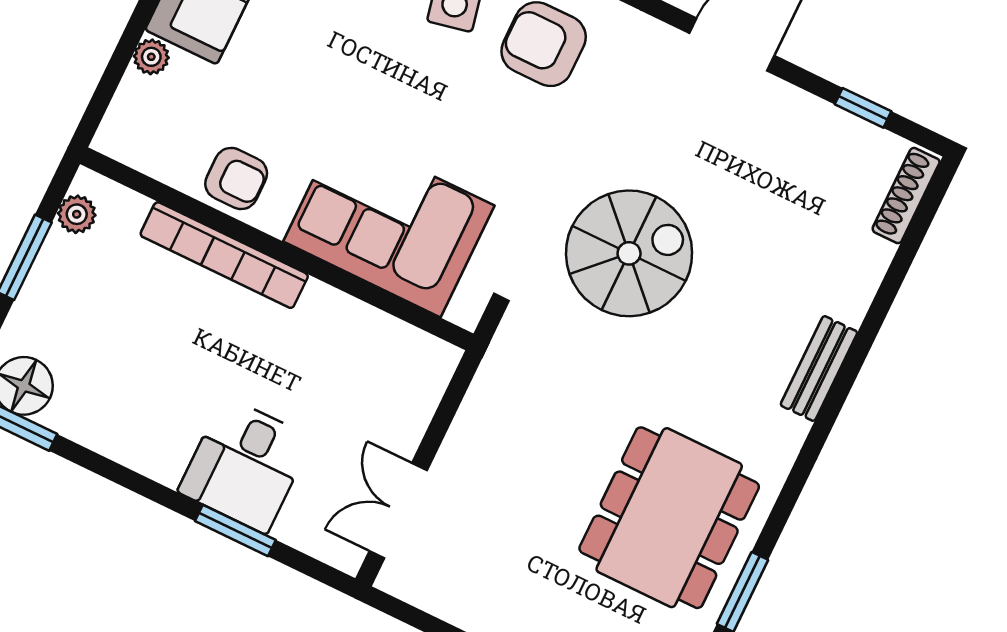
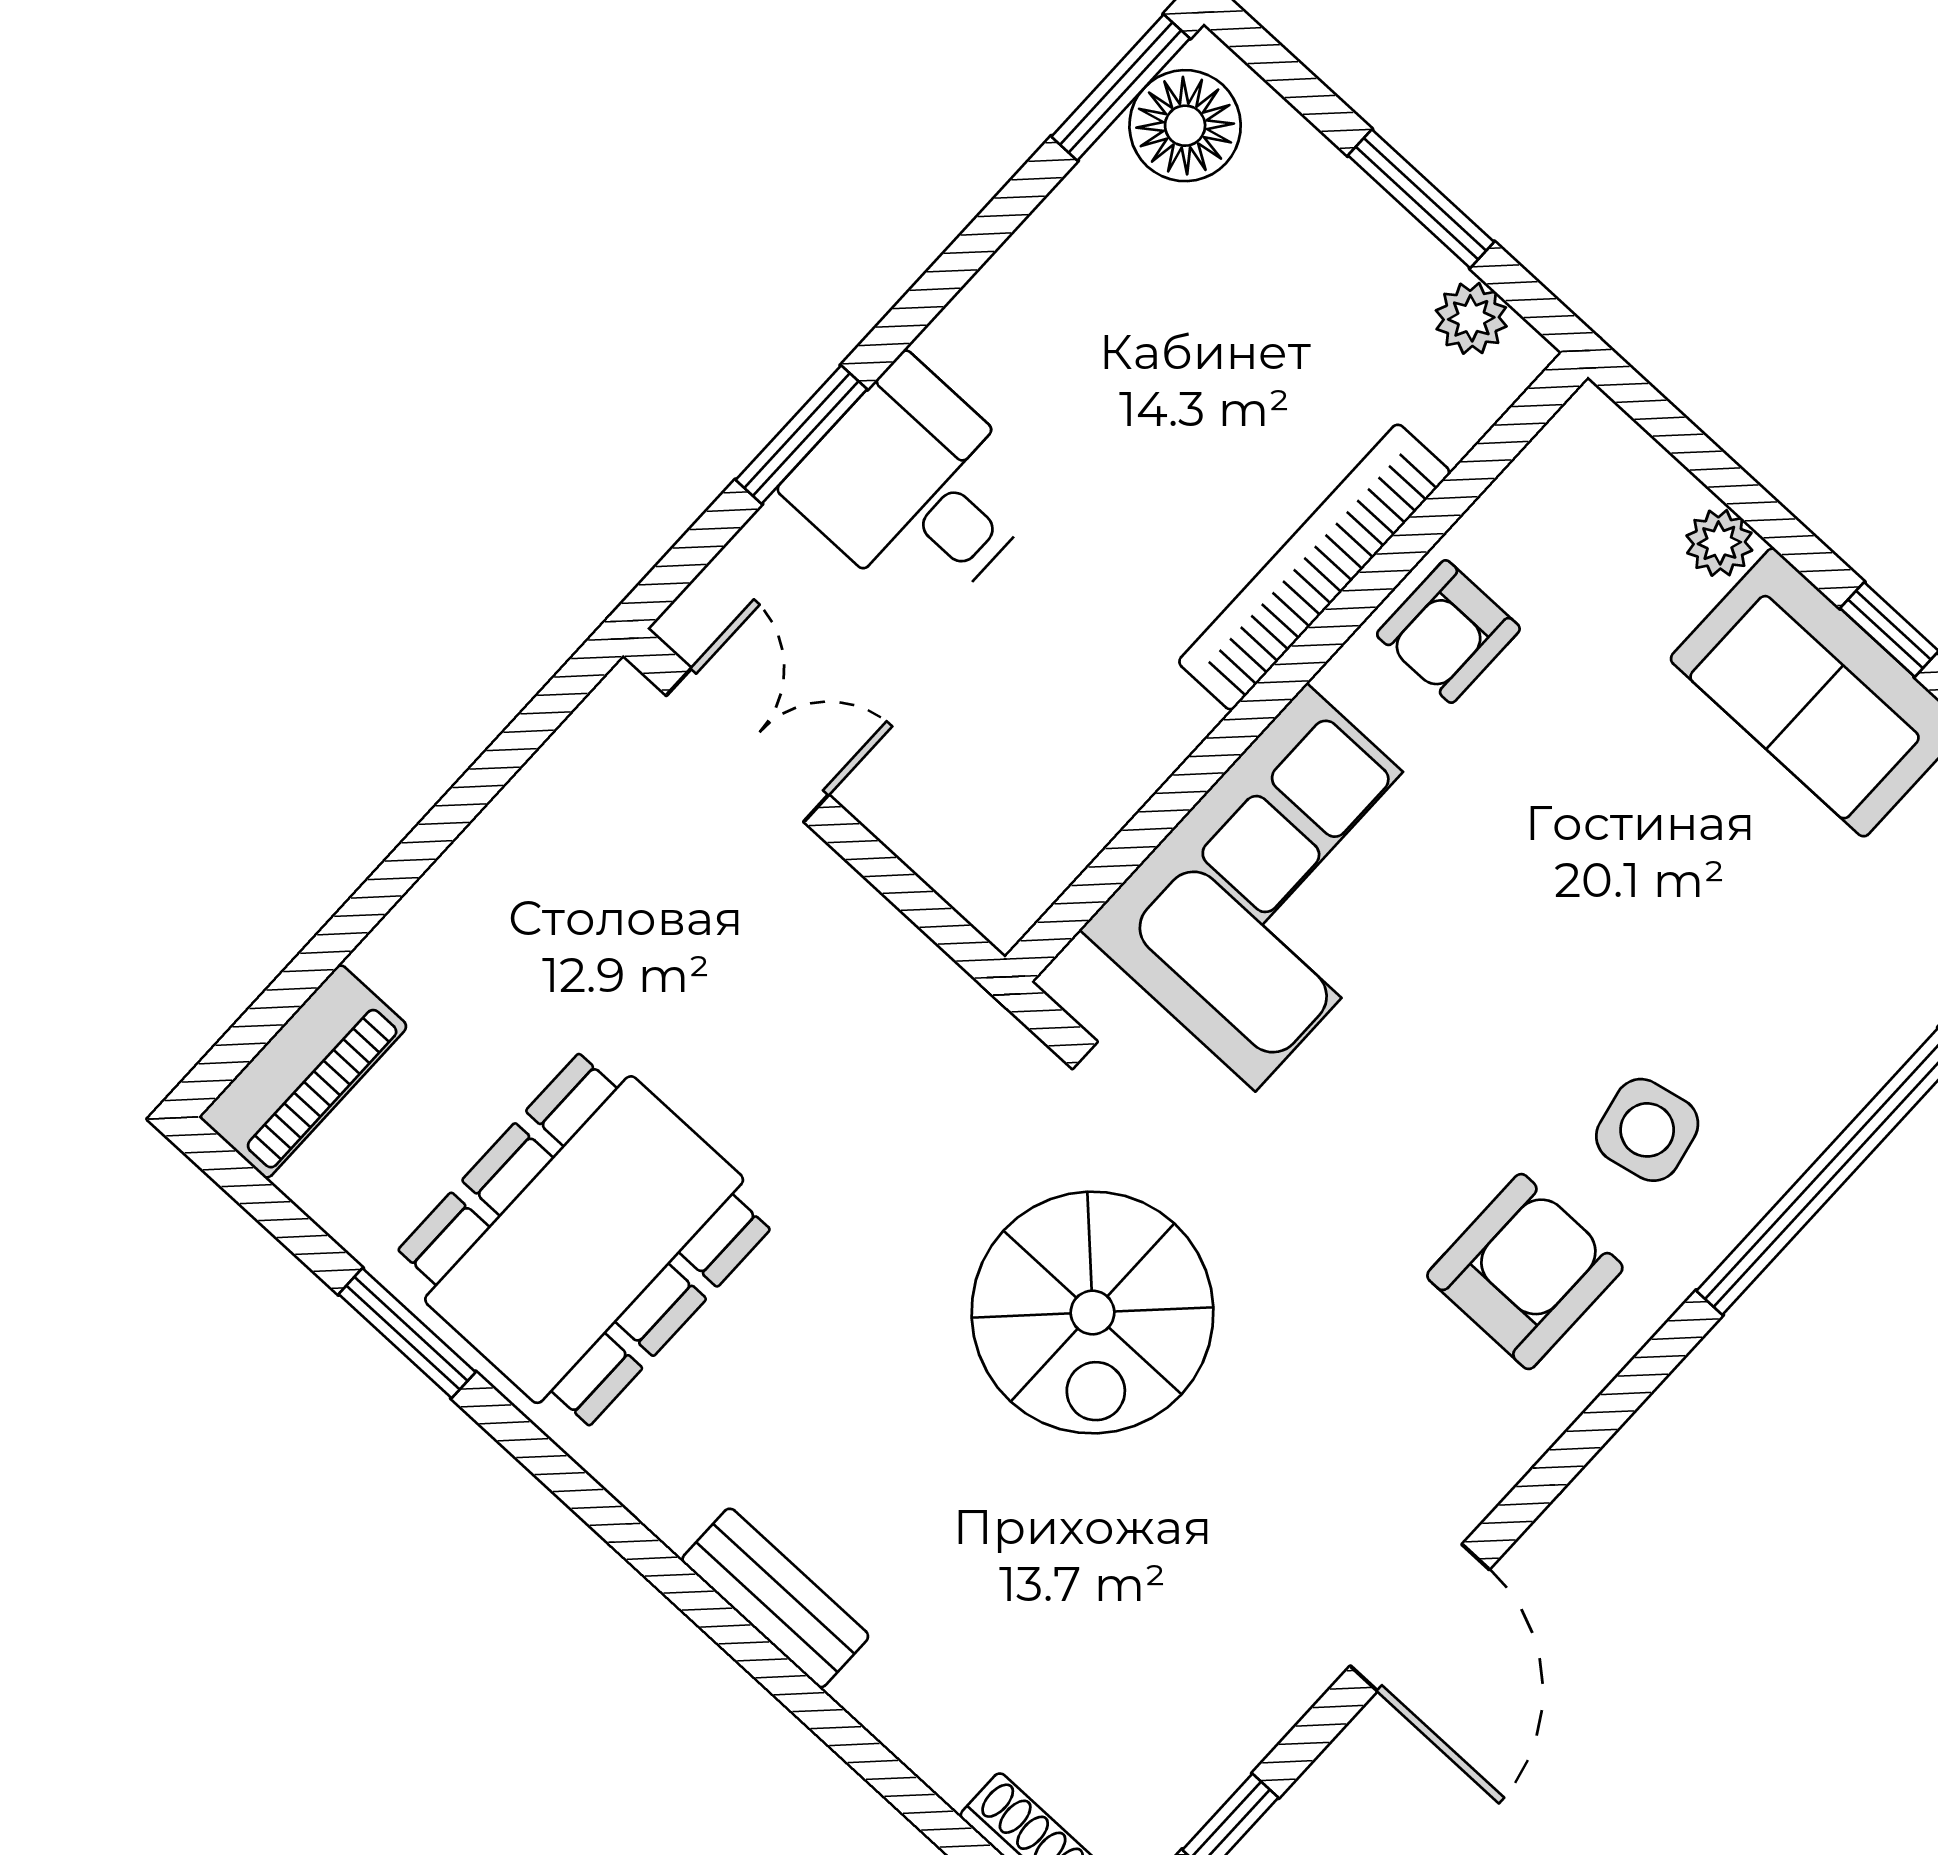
dining table: (669, 518) -> (584, 1240), turned 90

